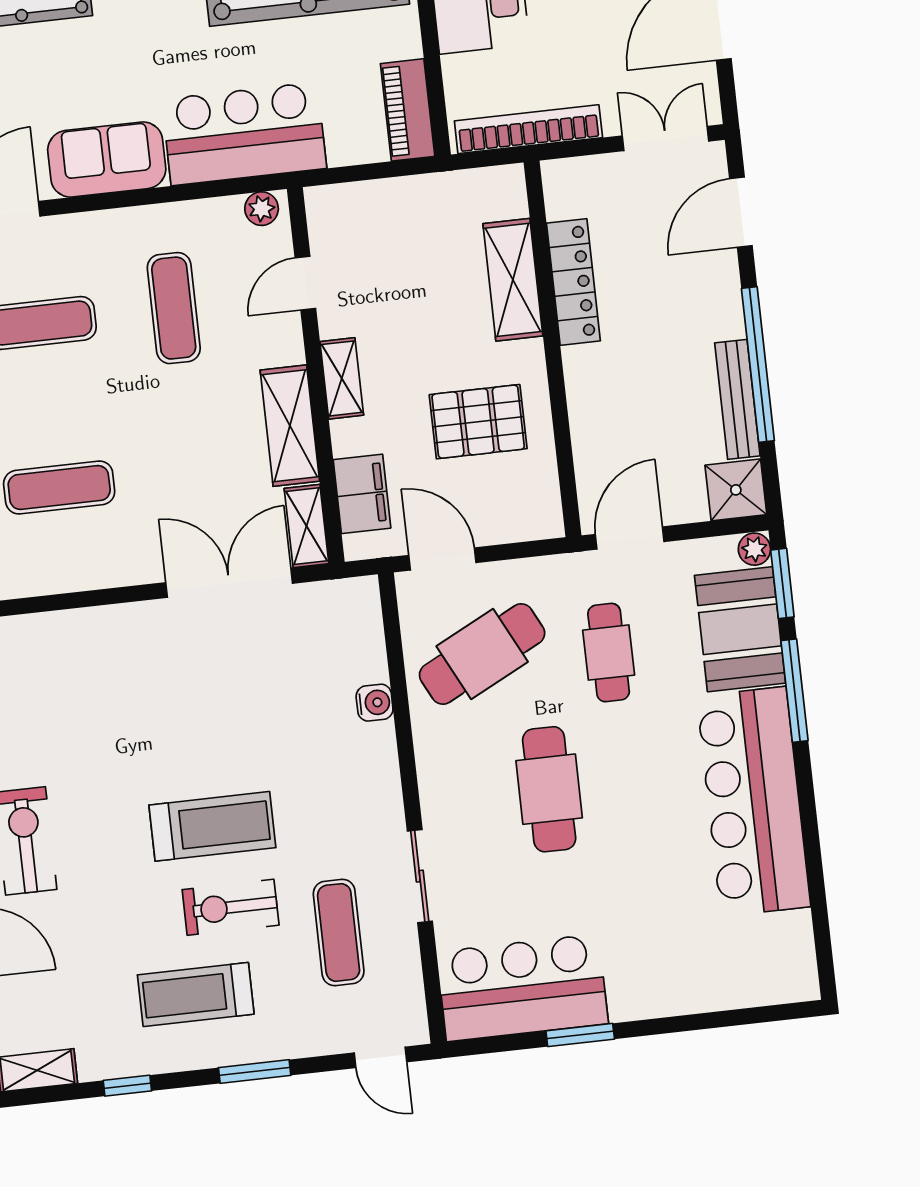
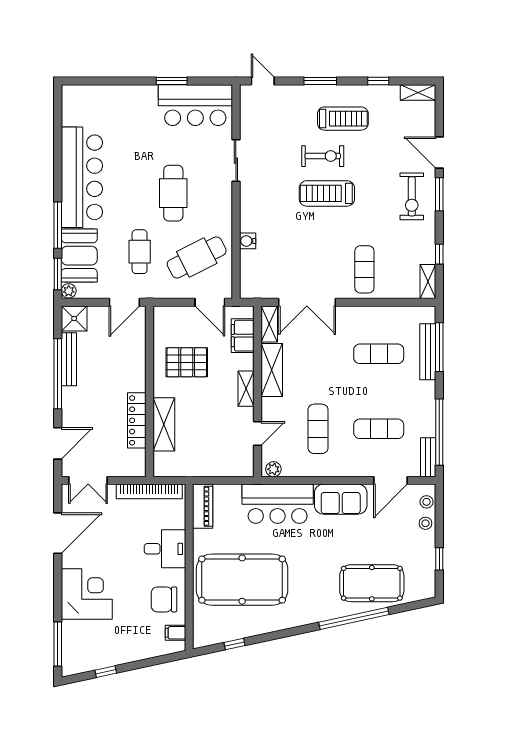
exercise mat: (339, 932) -> (364, 269), moved

